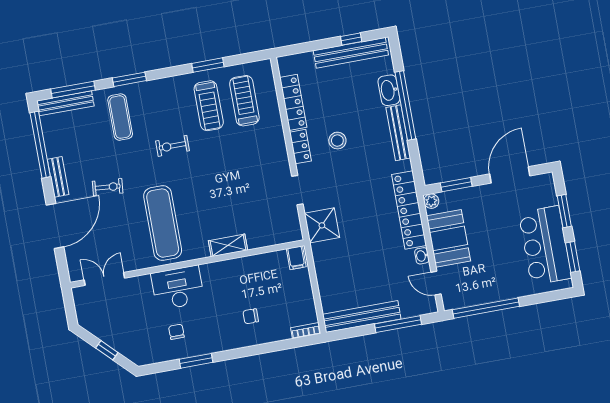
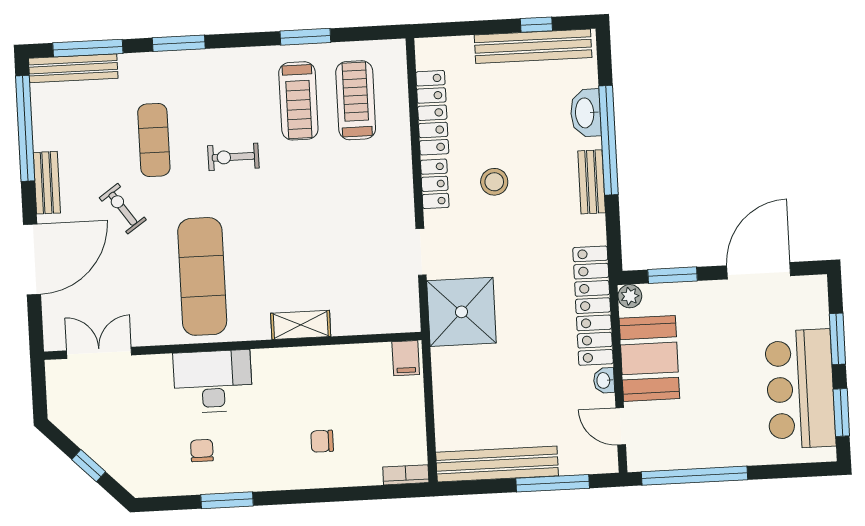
exercise mat: (120, 117) -> (154, 140), moved
bench: (398, 133) -> (592, 182), width x0.73
exercise bike: (108, 187) -> (123, 209), turned -130
shower: (322, 225) -> (461, 312), width x1.37, depth x1.37

